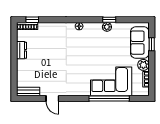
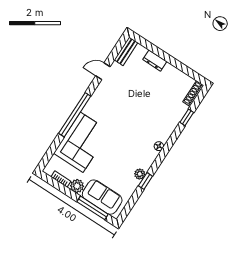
window: (32, 20) -> (187, 117), moved
window: (152, 44) -> (93, 208), width x2.17
dresser: (22, 50) -> (155, 61), moved
window: (109, 99) -> (75, 115), moved

